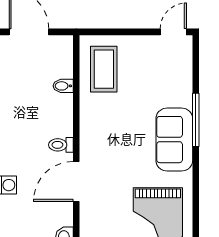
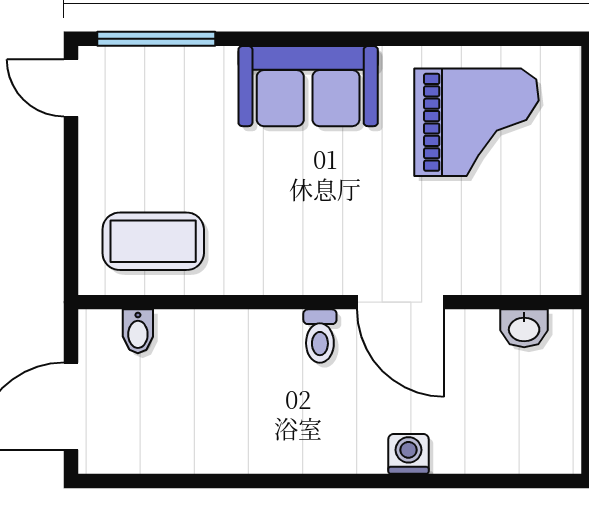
bidet: (63, 86) -> (138, 331), moved
window: (196, 120) -> (156, 39), moved

